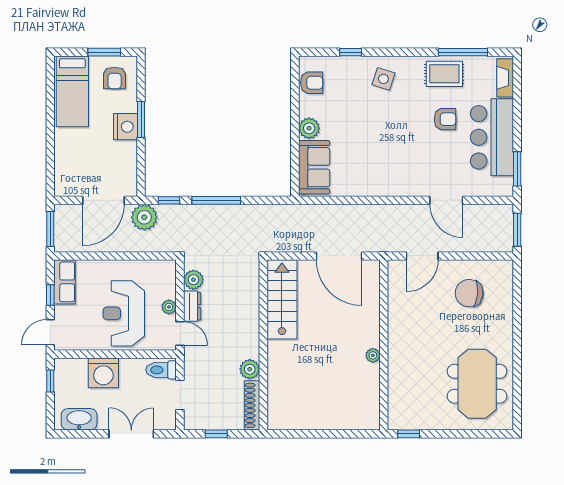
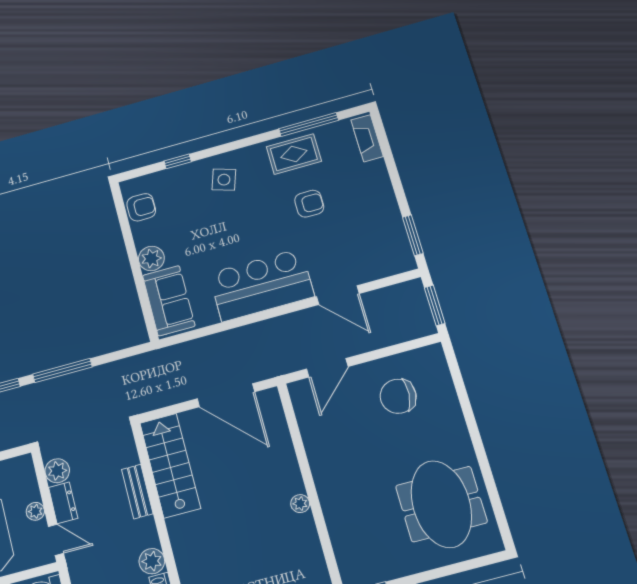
bar counter: (492, 137) -> (261, 285), moved, turned 90
bench: (252, 313) -> (137, 492), added

